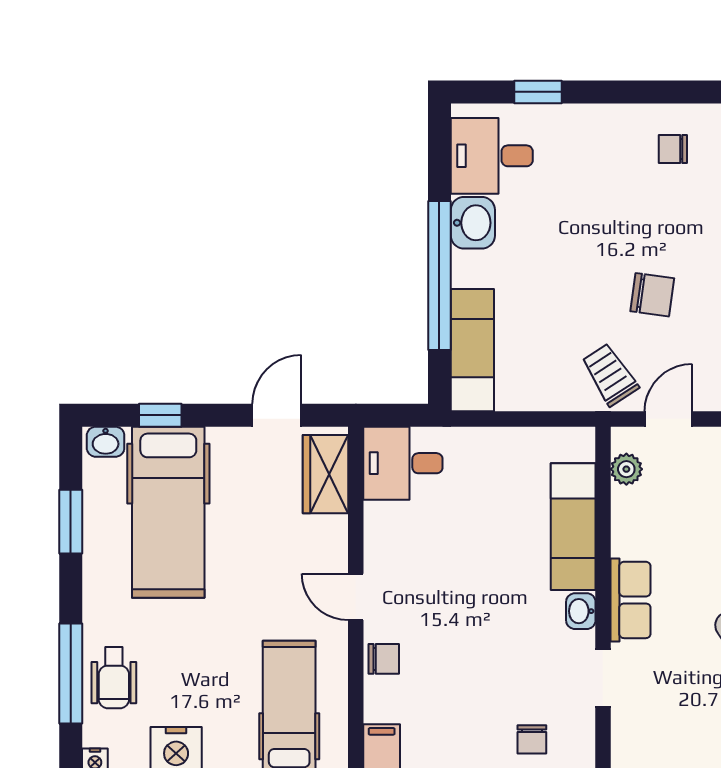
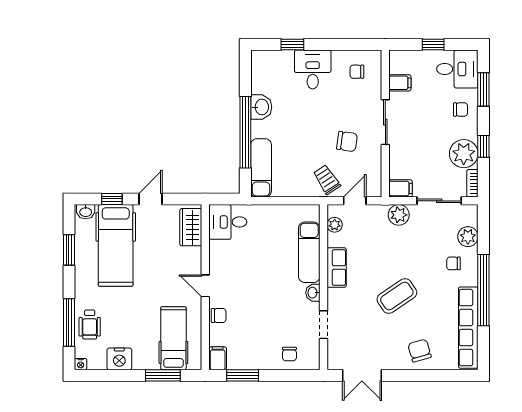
desk: (492, 156) -> (313, 70), moved, turned 90
door: (277, 415) -> (150, 199), moved
row of seats: (631, 600) -> (337, 268), moved

